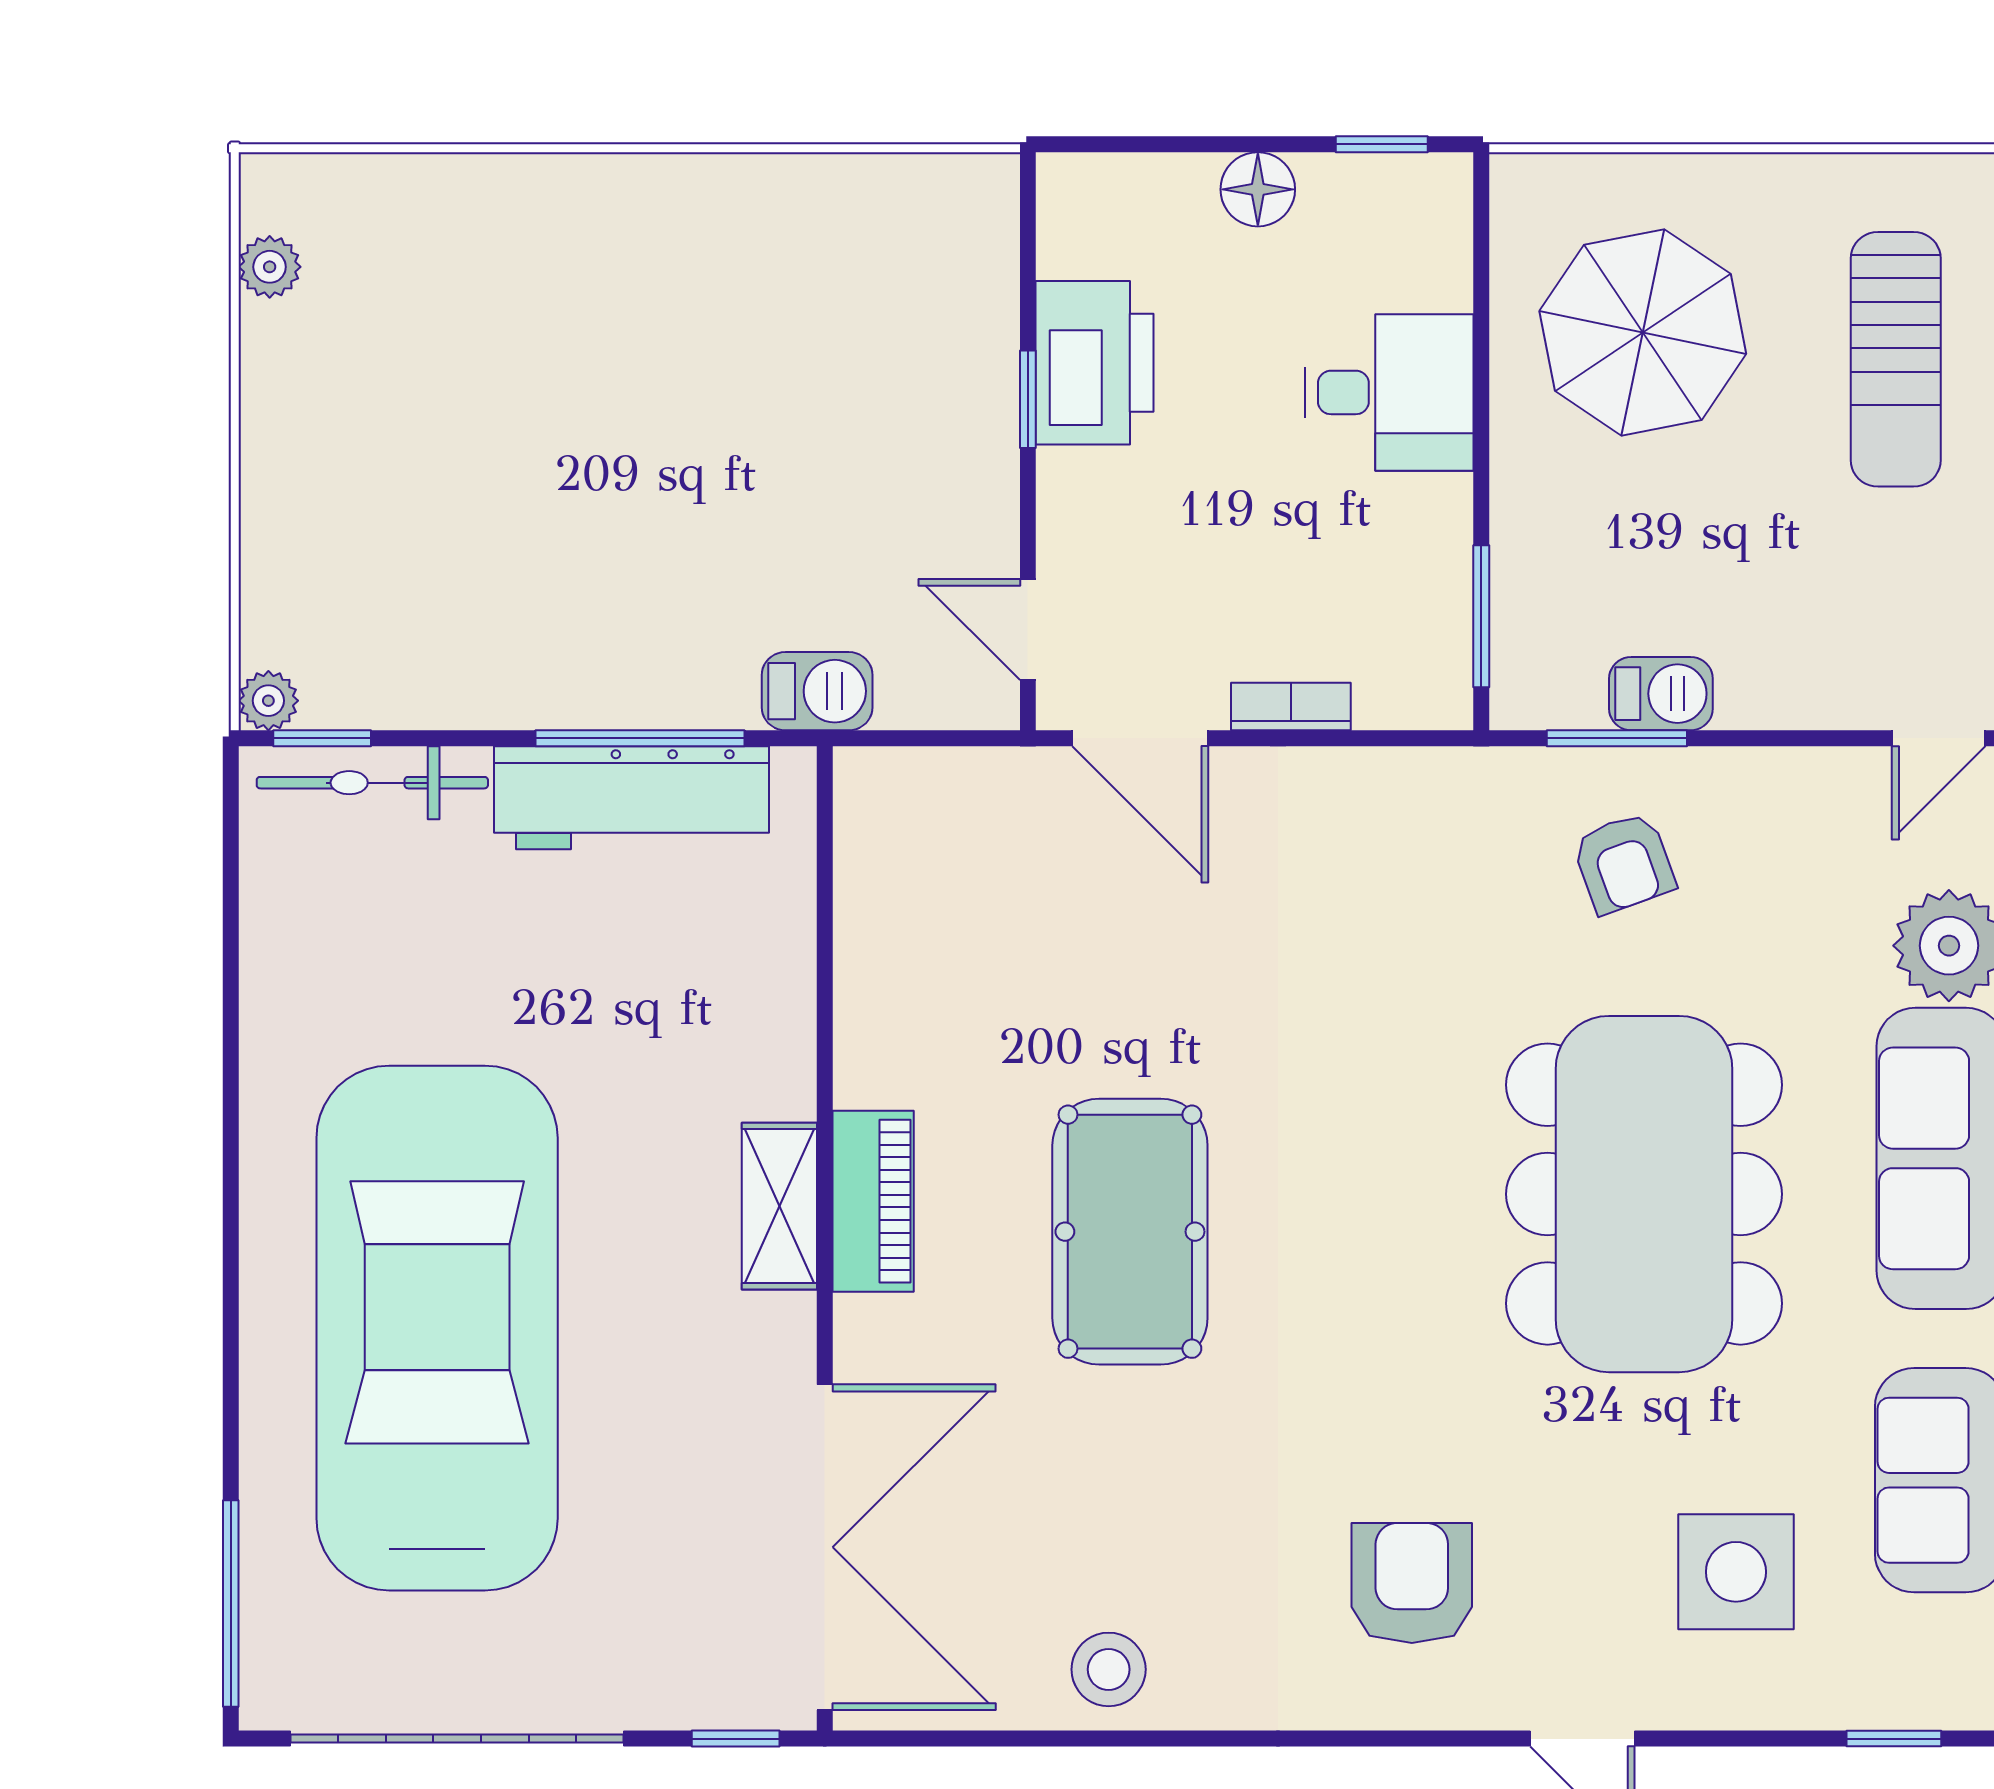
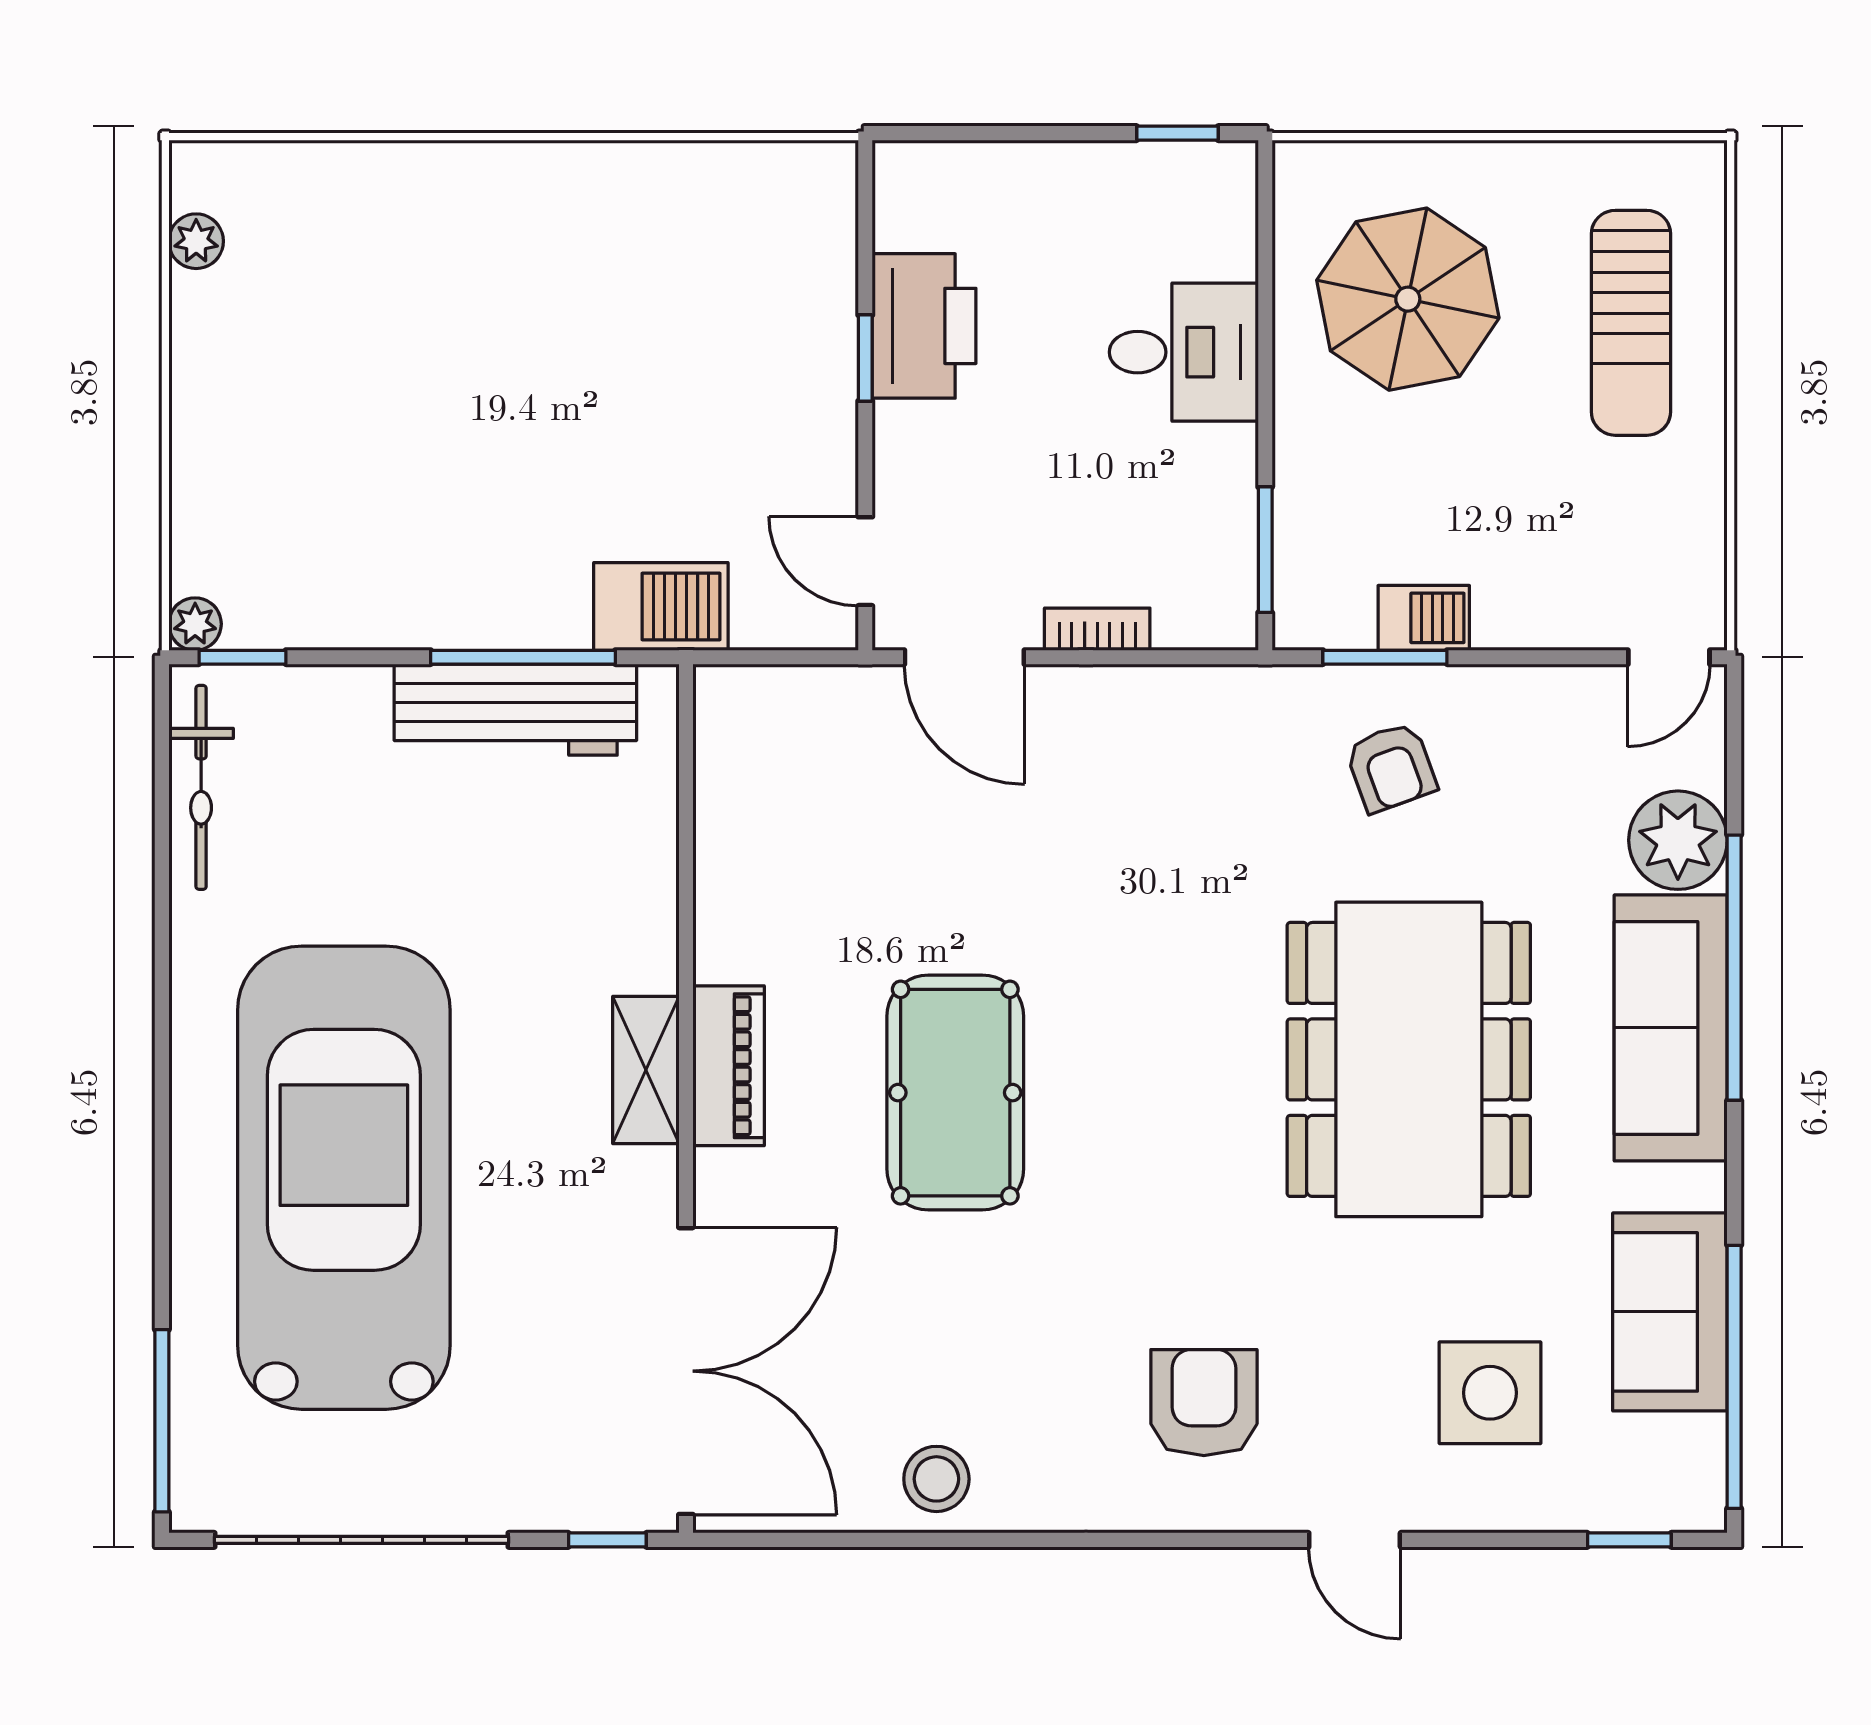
floor lamp: (1258, 189) -> (1068, 173), removed
barbecue: (817, 691) -> (661, 606), width x1.38, depth x1.27
bicycle: (372, 783) -> (201, 787), moved, turned -90

